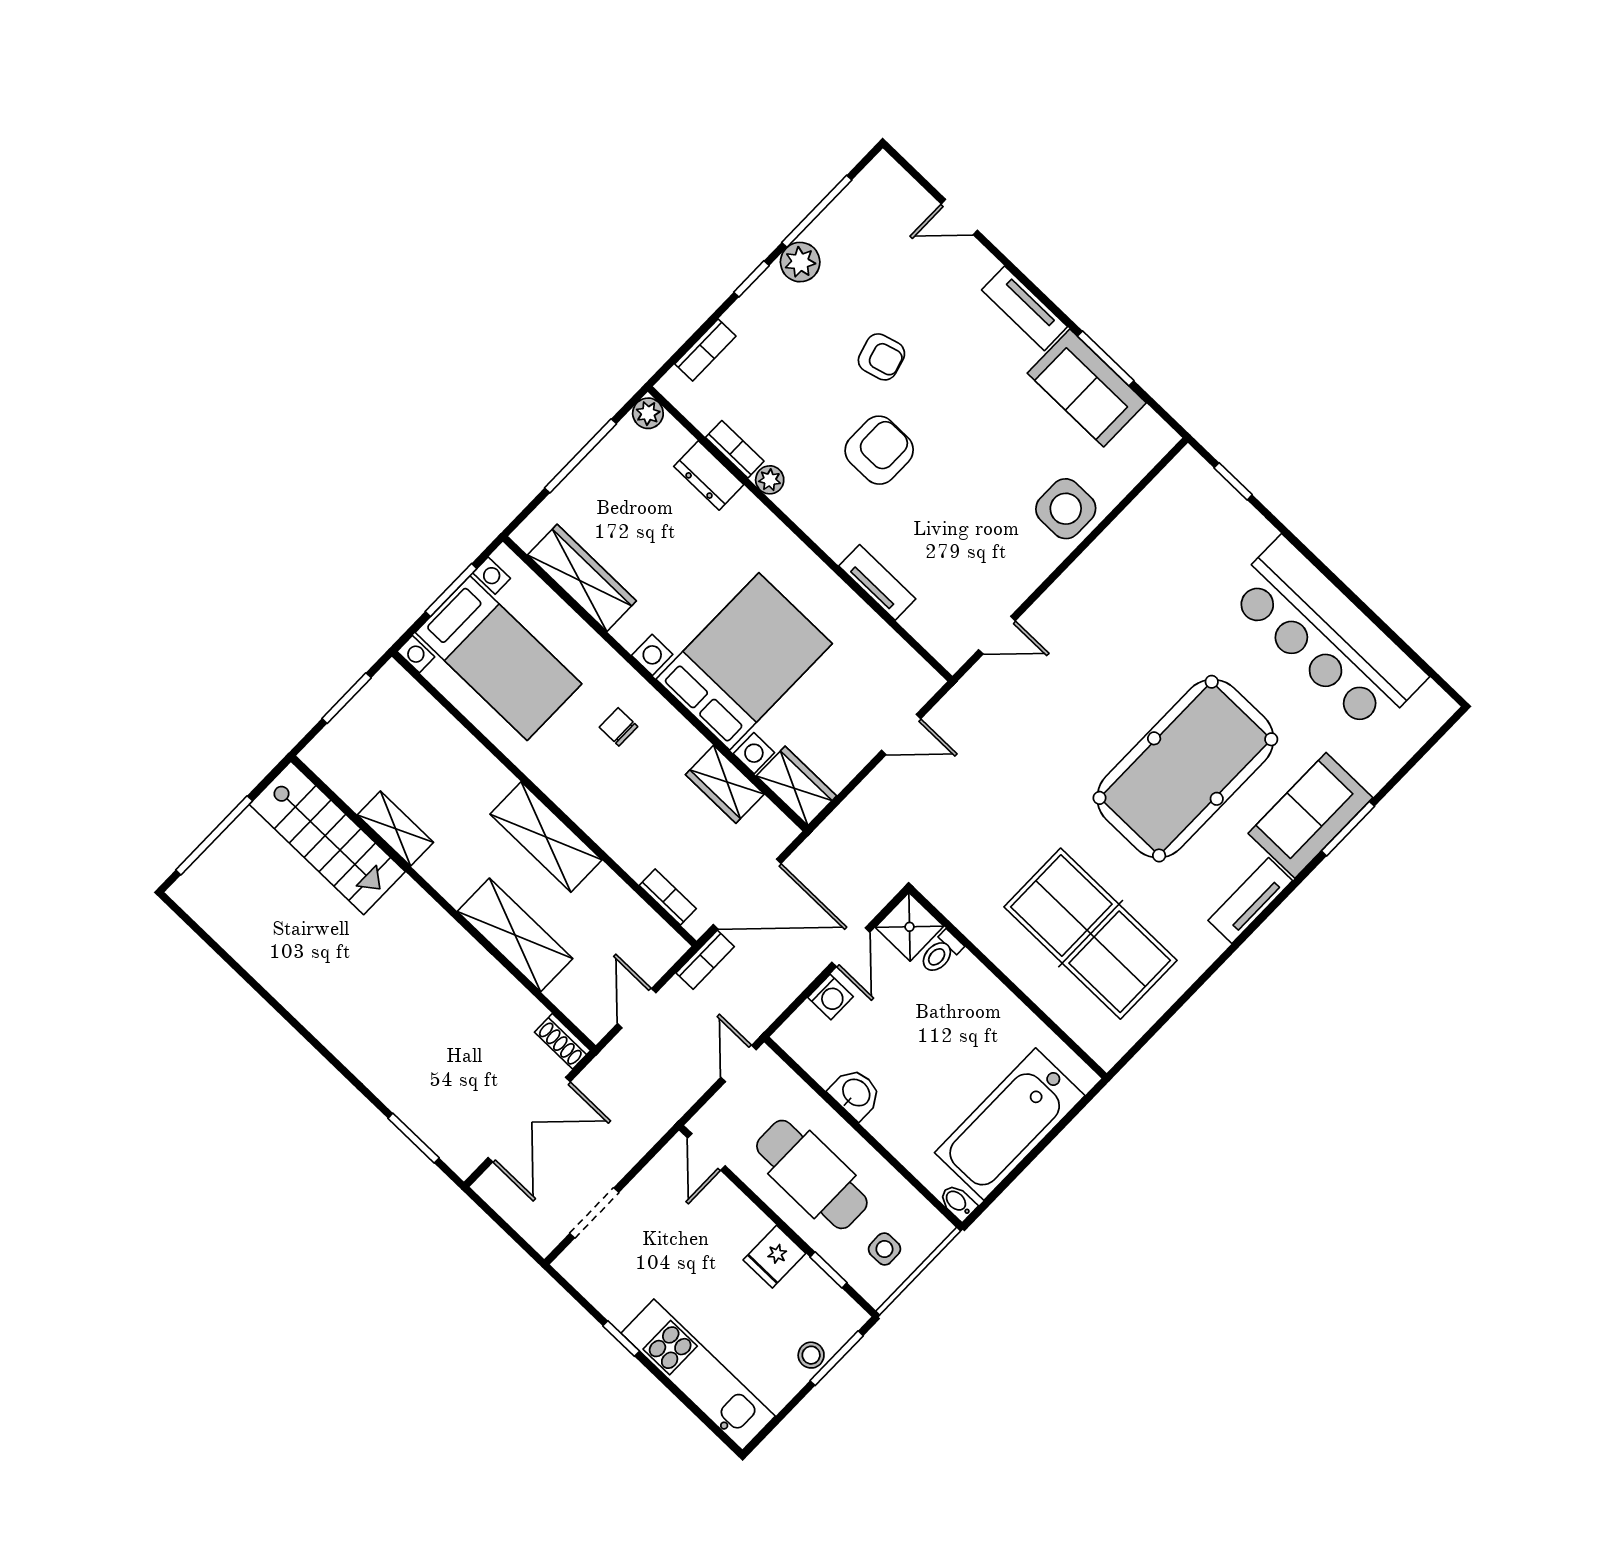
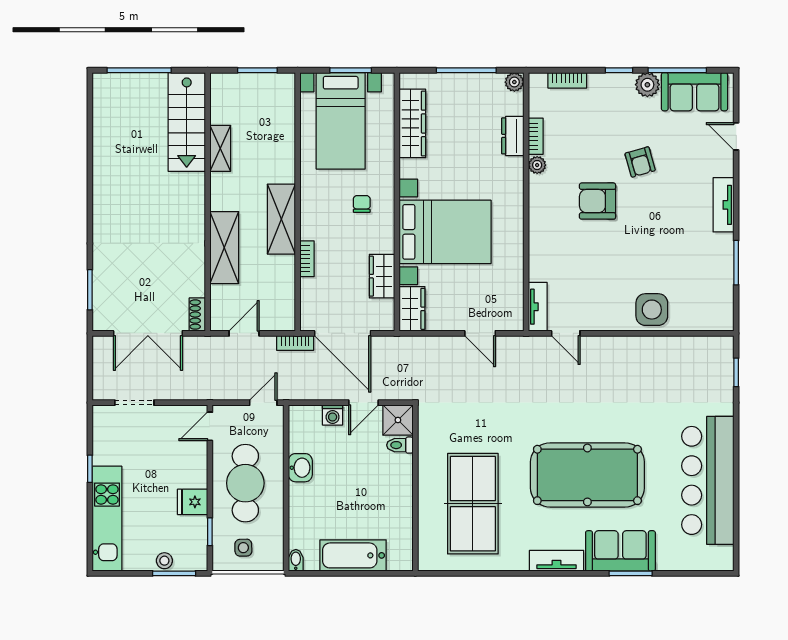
sofa: (1087, 388) -> (694, 92), moved, turned -90
armchair: (879, 450) -> (598, 201), turned 180
tv unit: (877, 582) -> (538, 307), moved
bookcase: (668, 897) -> (307, 259), moved
bathtub: (1010, 1124) -> (353, 555), width x0.73, depth x0.73

